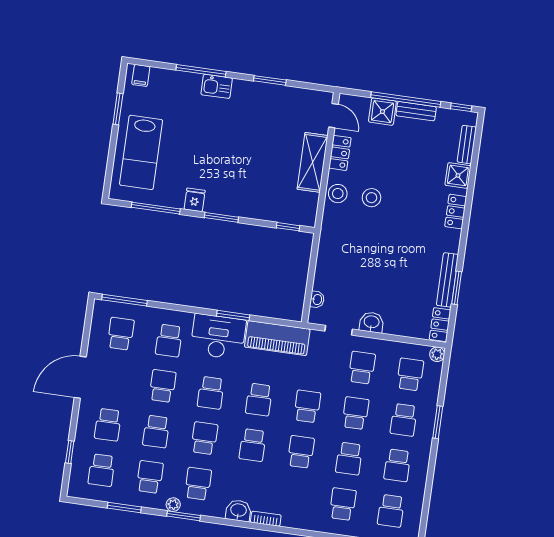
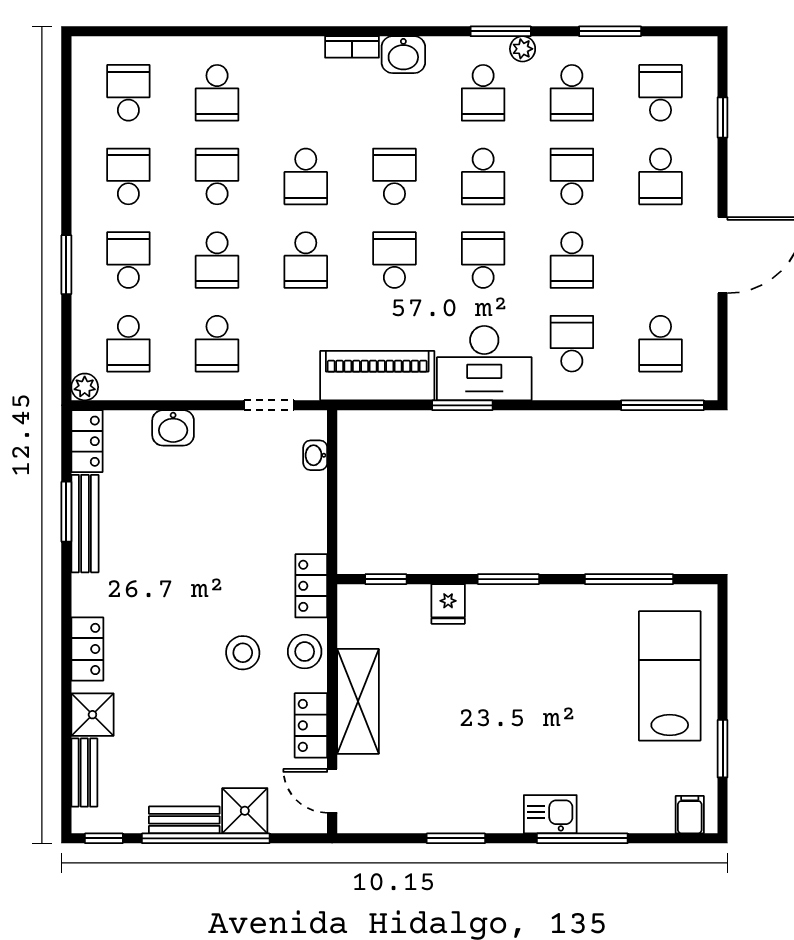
fridge: (195, 200) -> (448, 604), moved
locker: (329, 229) -> (311, 586), added
washbasin: (371, 322) -> (173, 428), moved
school desk: (108, 425) -> (661, 176), turned 180

